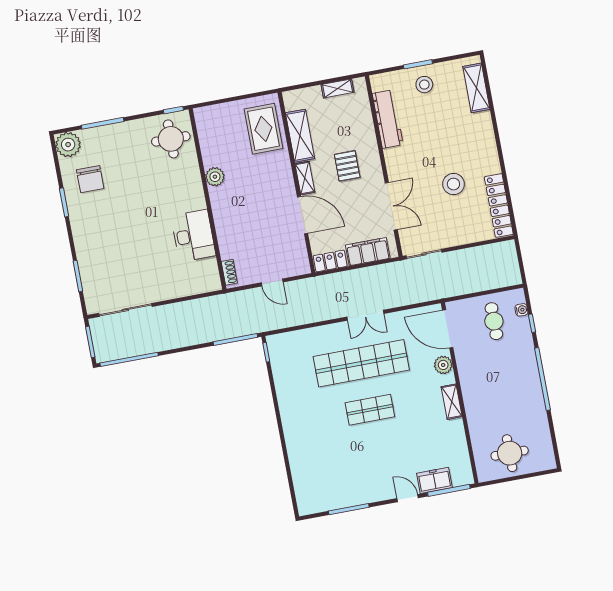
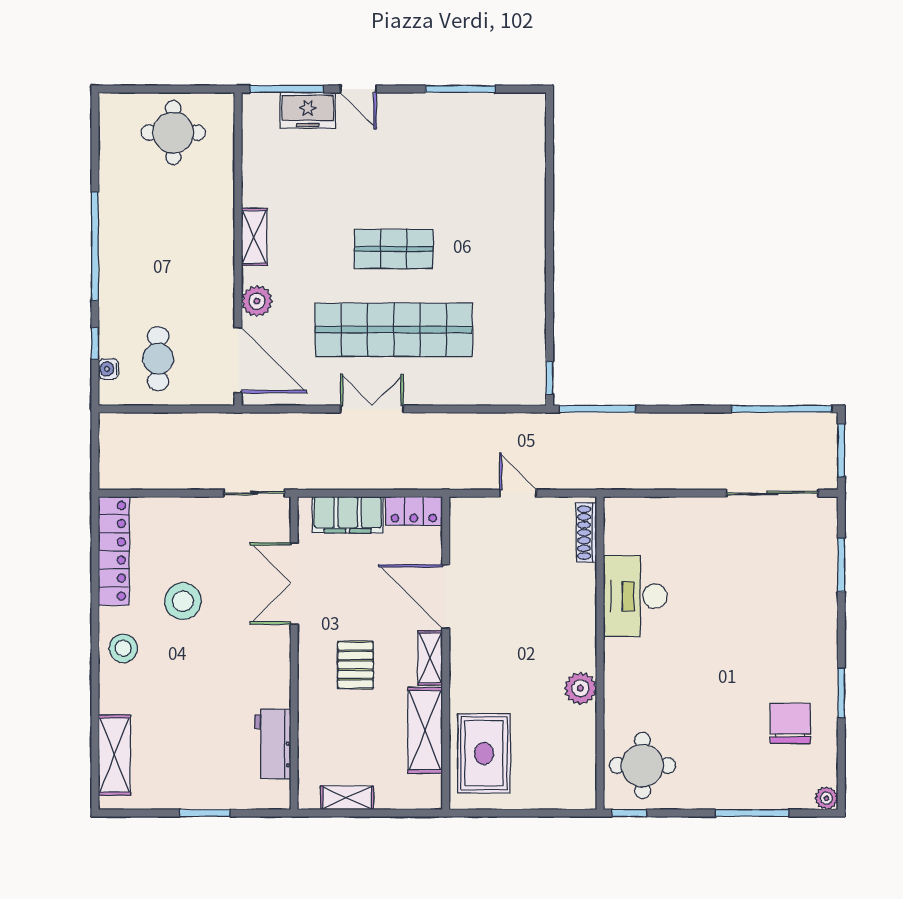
stool: (424, 85) -> (123, 648), moved
workbench: (388, 119) -> (273, 744), width x0.73
plant: (68, 145) -> (826, 798), width x0.53, depth x0.53
shoe rack: (229, 272) -> (586, 533), width x1.43

